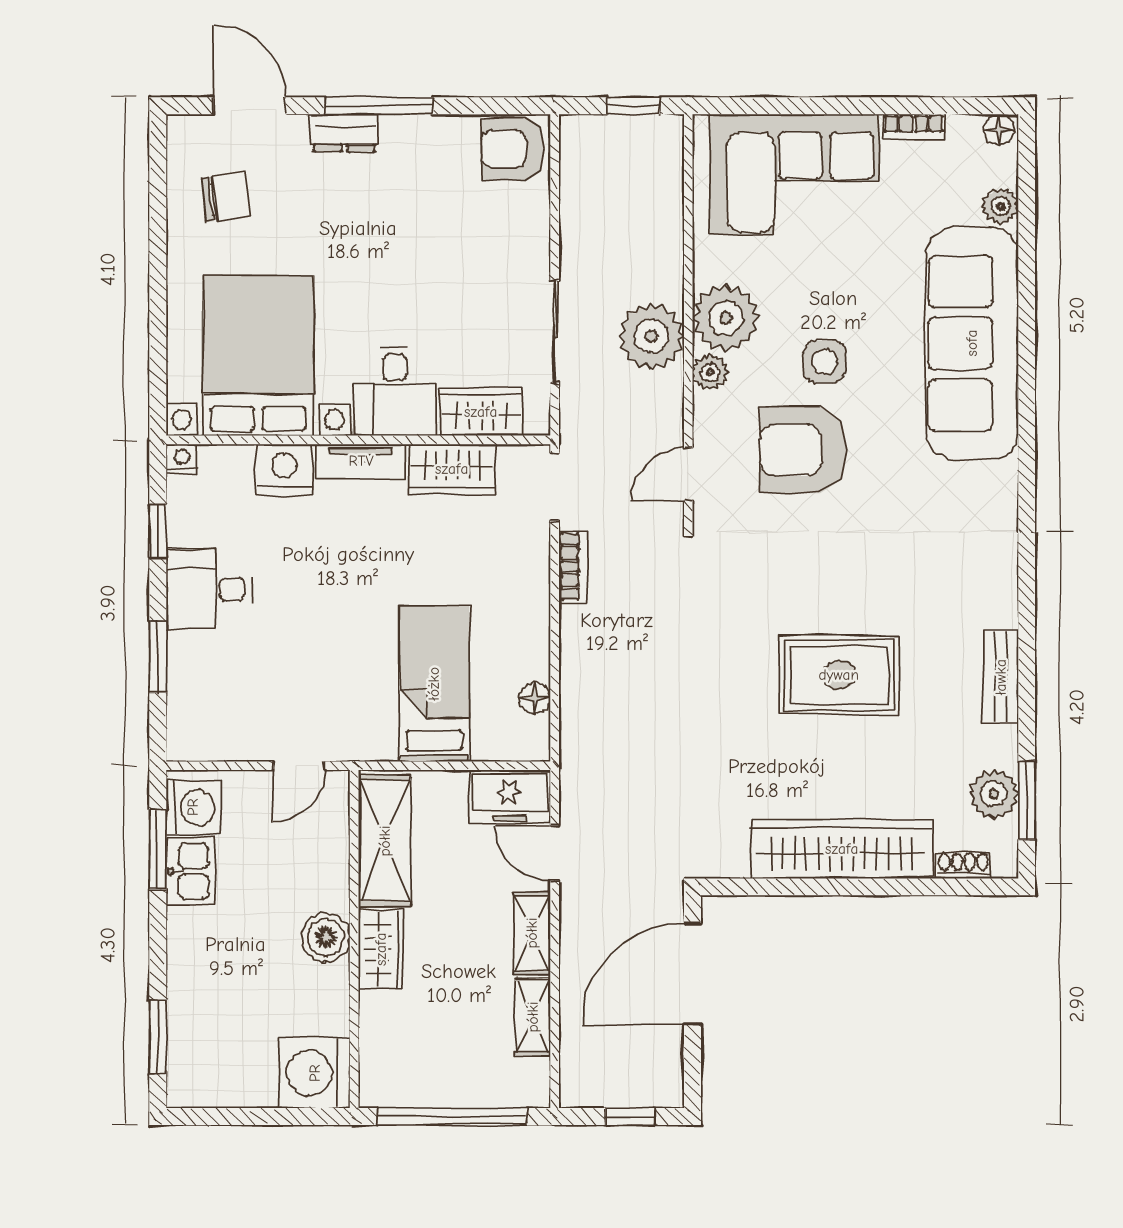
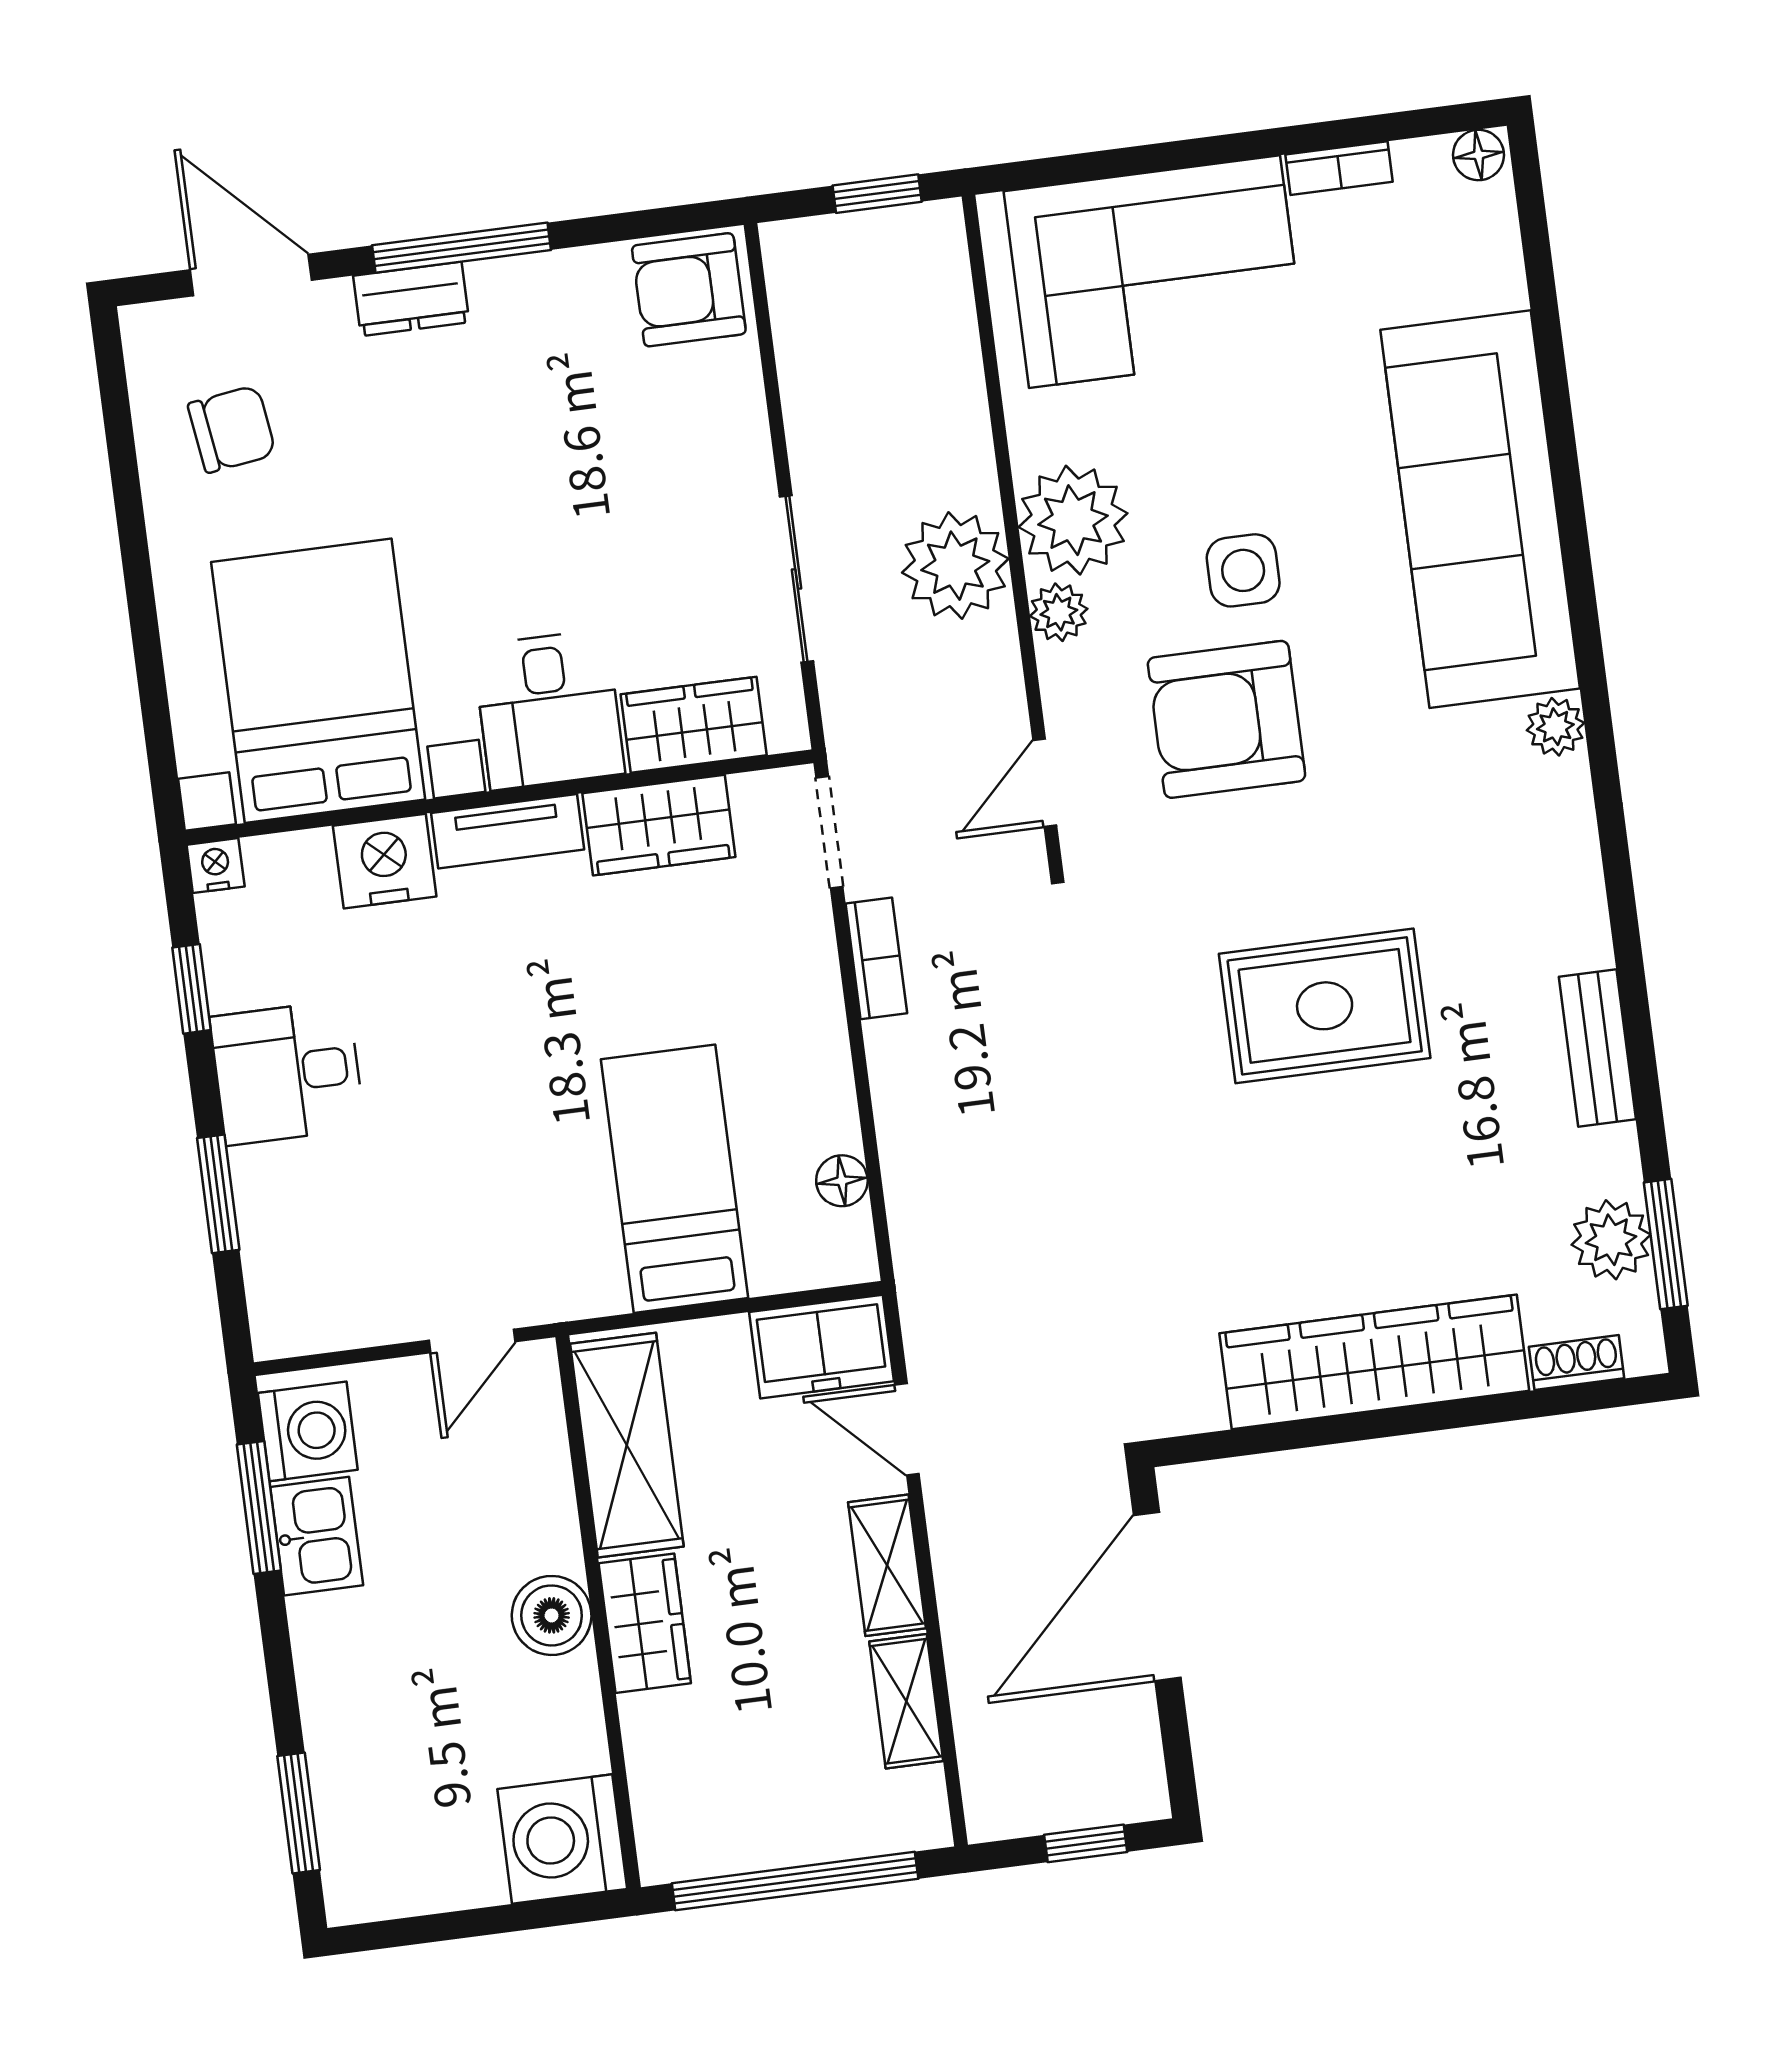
plant: (1001, 206) -> (1555, 727), moved
rug: (839, 675) -> (1325, 1006), moved

